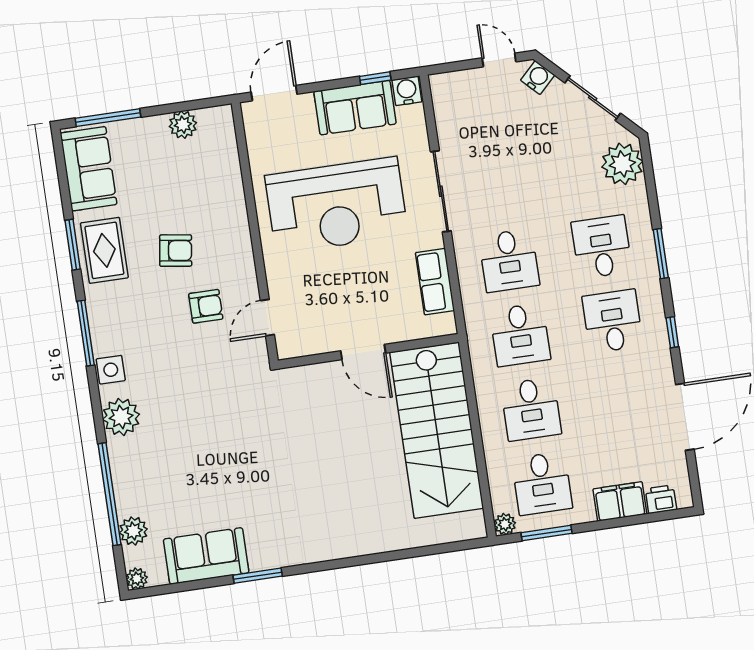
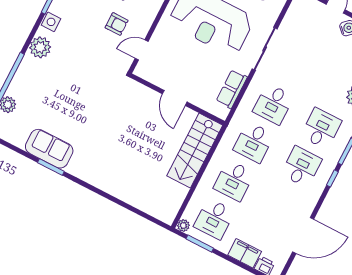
window: (672, 332) -> (332, 178), moved
stairs: (437, 430) -> (195, 151), width x0.73, depth x0.66
sofa: (206, 556) -> (49, 149), moved

